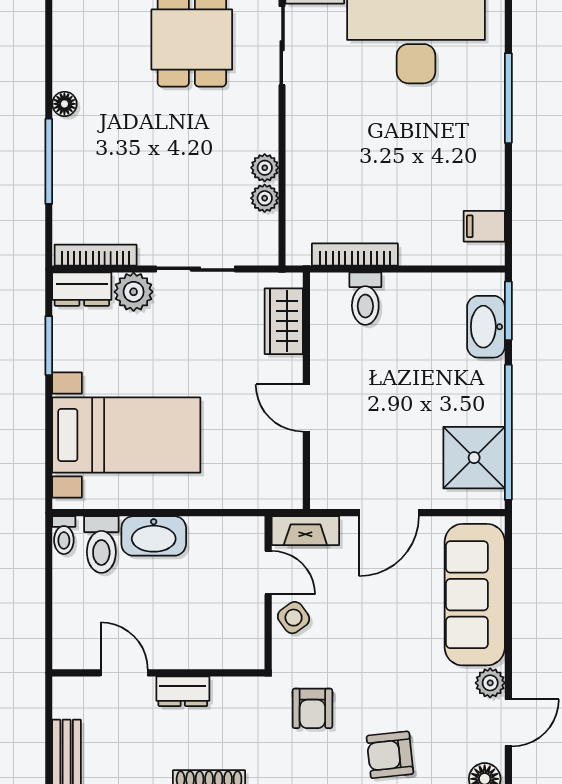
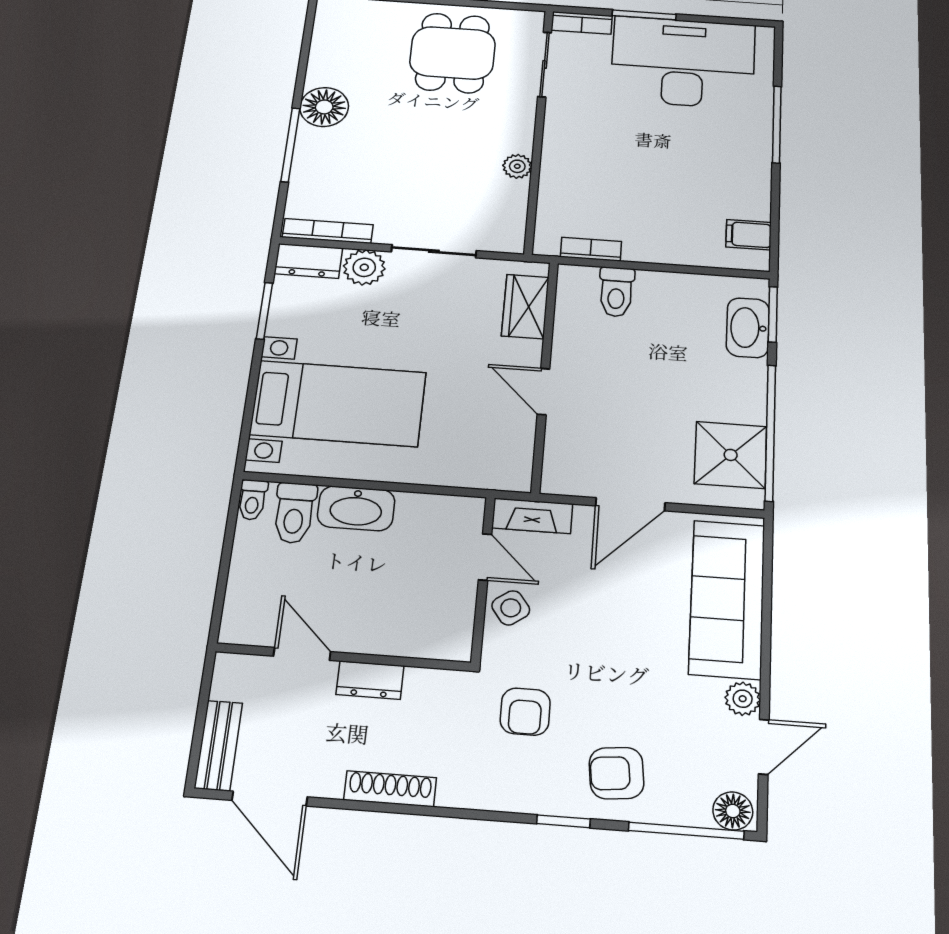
floor lamp: (64, 104) -> (324, 107), width x1.89, depth x1.89
plant: (265, 198) -> (515, 193), removed
bookcase: (355, 255) -> (591, 249), width x0.64

